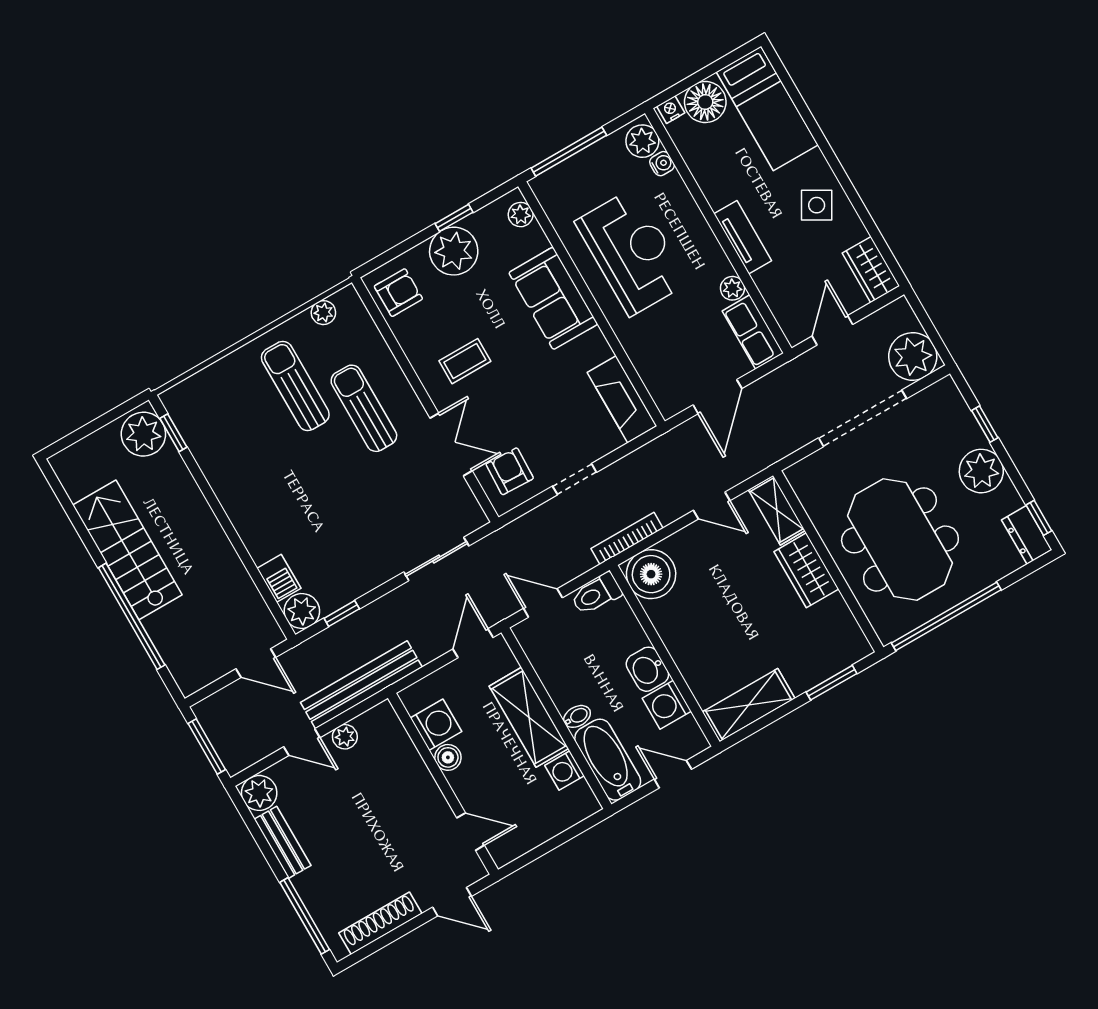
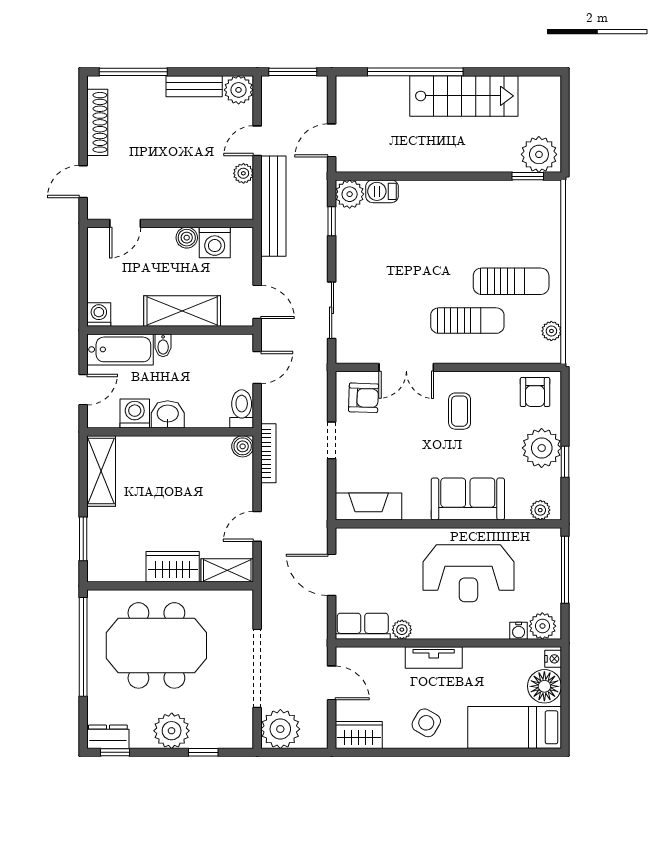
boiler: (651, 574) -> (243, 446), width x0.54, depth x0.54
washing machine: (565, 771) -> (99, 315), moved

